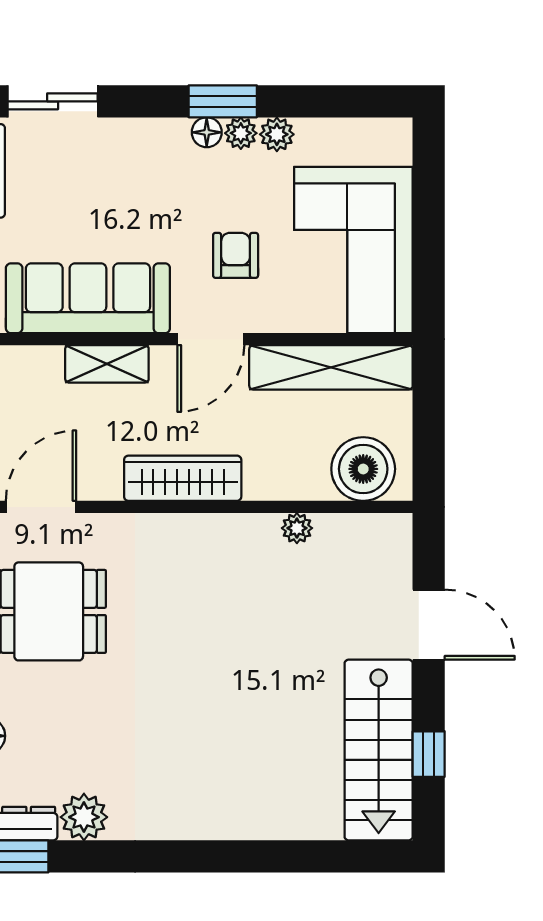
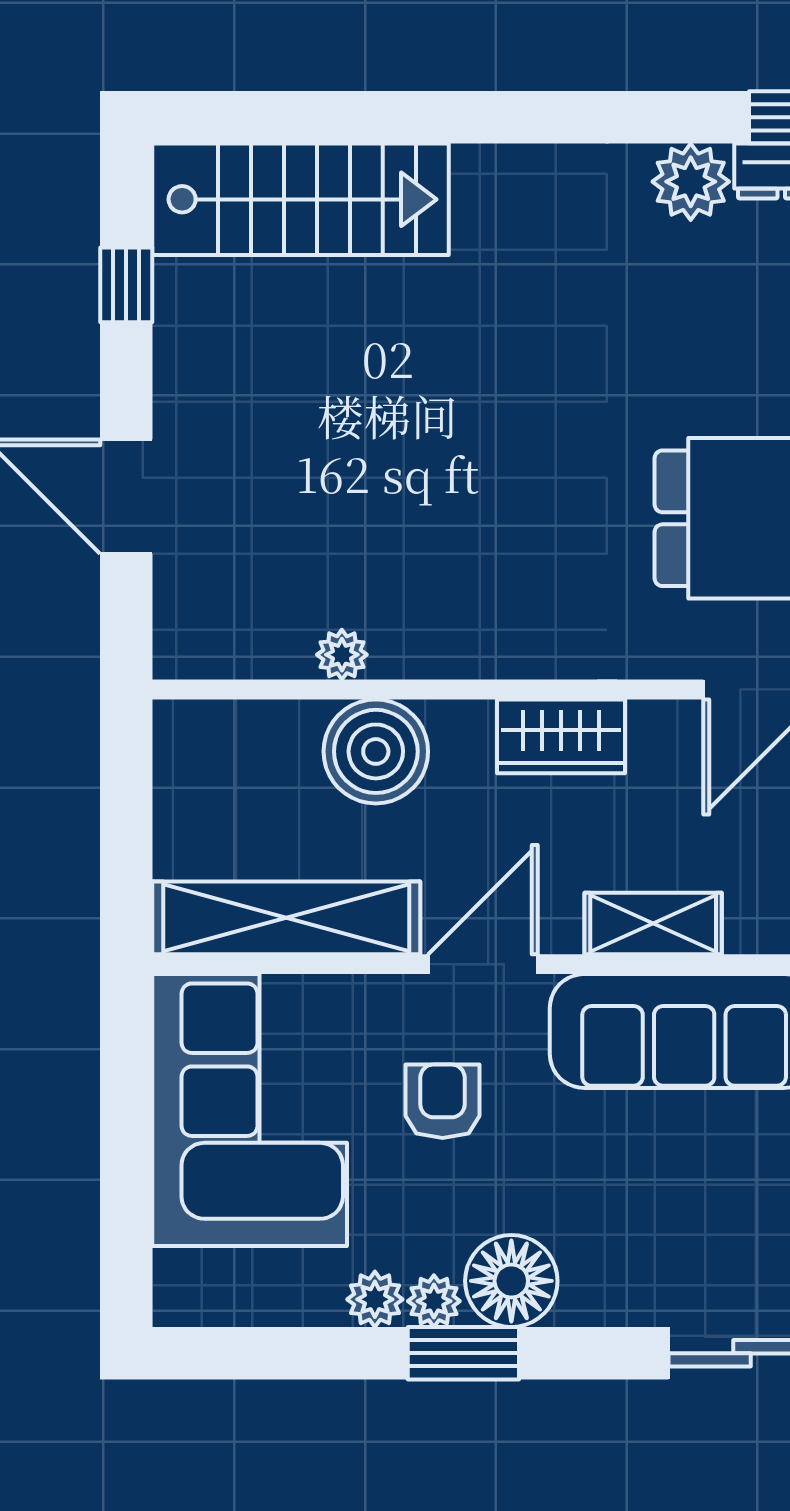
floor lamp: (207, 132) -> (511, 1281), width x1.89, depth x1.89
armchair: (236, 255) -> (443, 1101), turned 180
boiler: (363, 469) -> (376, 751), moved
wardrobe: (183, 478) -> (561, 736), width x0.67
stairs: (379, 750) -> (301, 199), moved, turned 90

